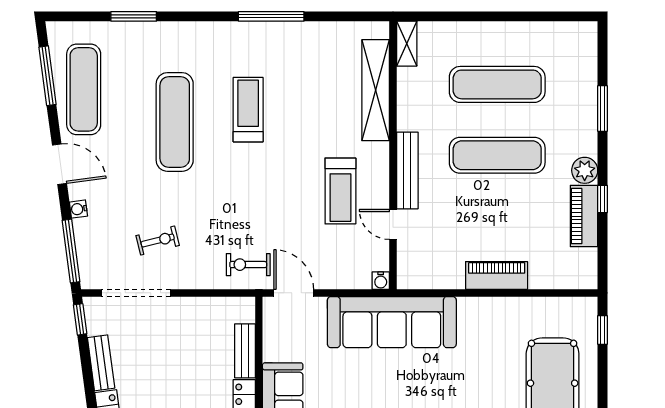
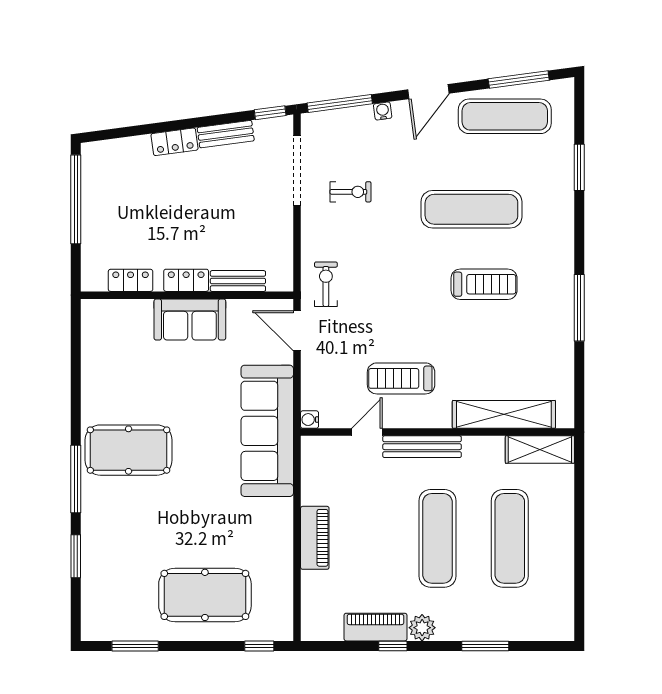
shelving: (407, 44) -> (540, 450), width x1.50, depth x1.33
exercise bike: (158, 241) -> (350, 192), turned -76
door: (294, 293) -> (297, 331), swing flipped

